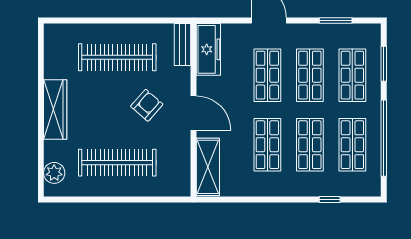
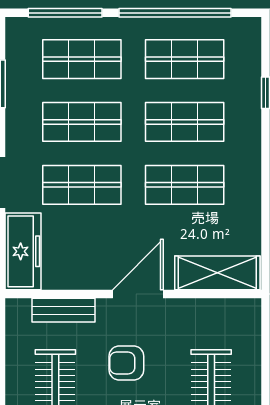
bench: (183, 45) -> (64, 310), moved
freezer: (208, 49) -> (23, 251), moved, turned 90
window: (384, 64) -> (65, 13), width x1.44
armchair: (147, 105) -> (126, 363), turned -41

